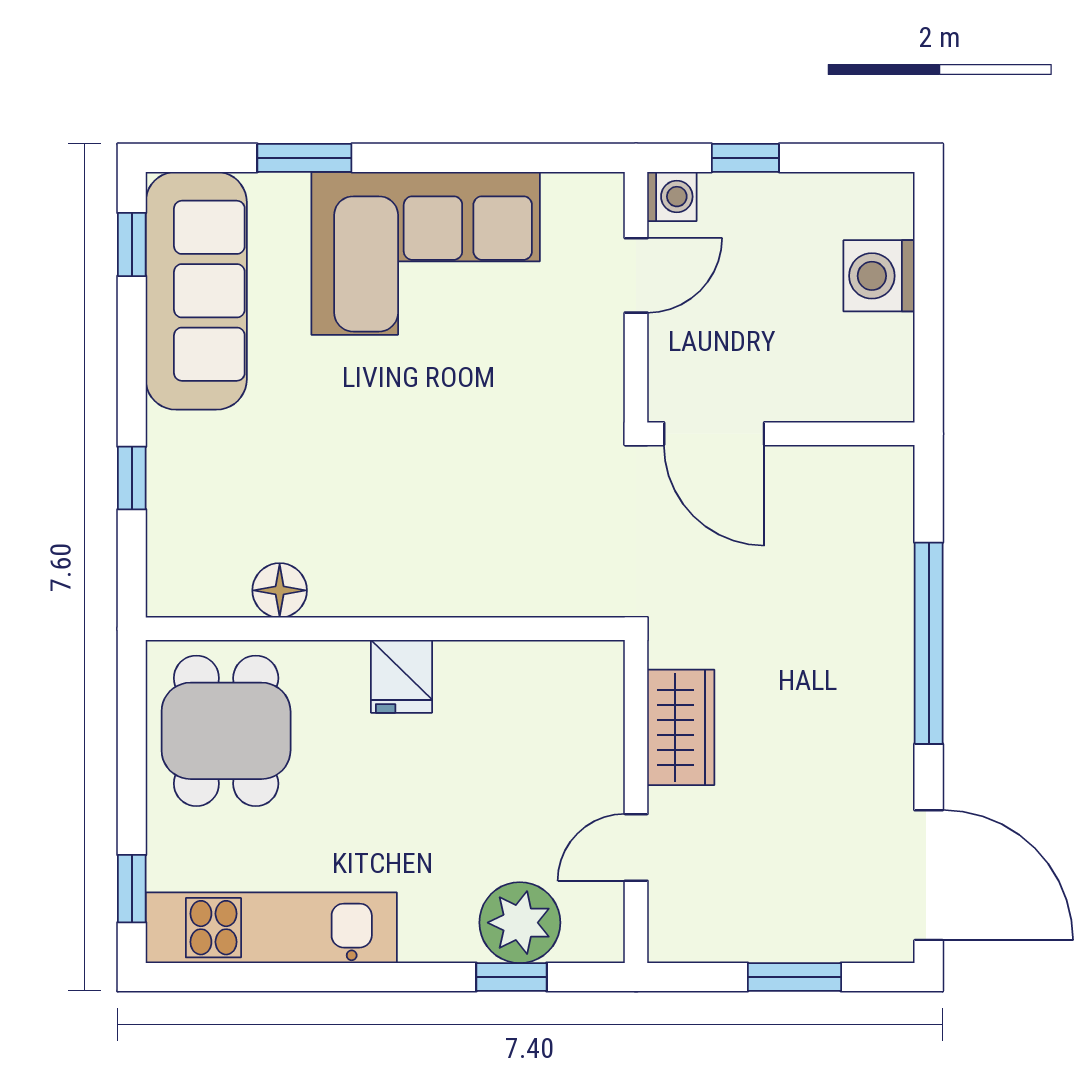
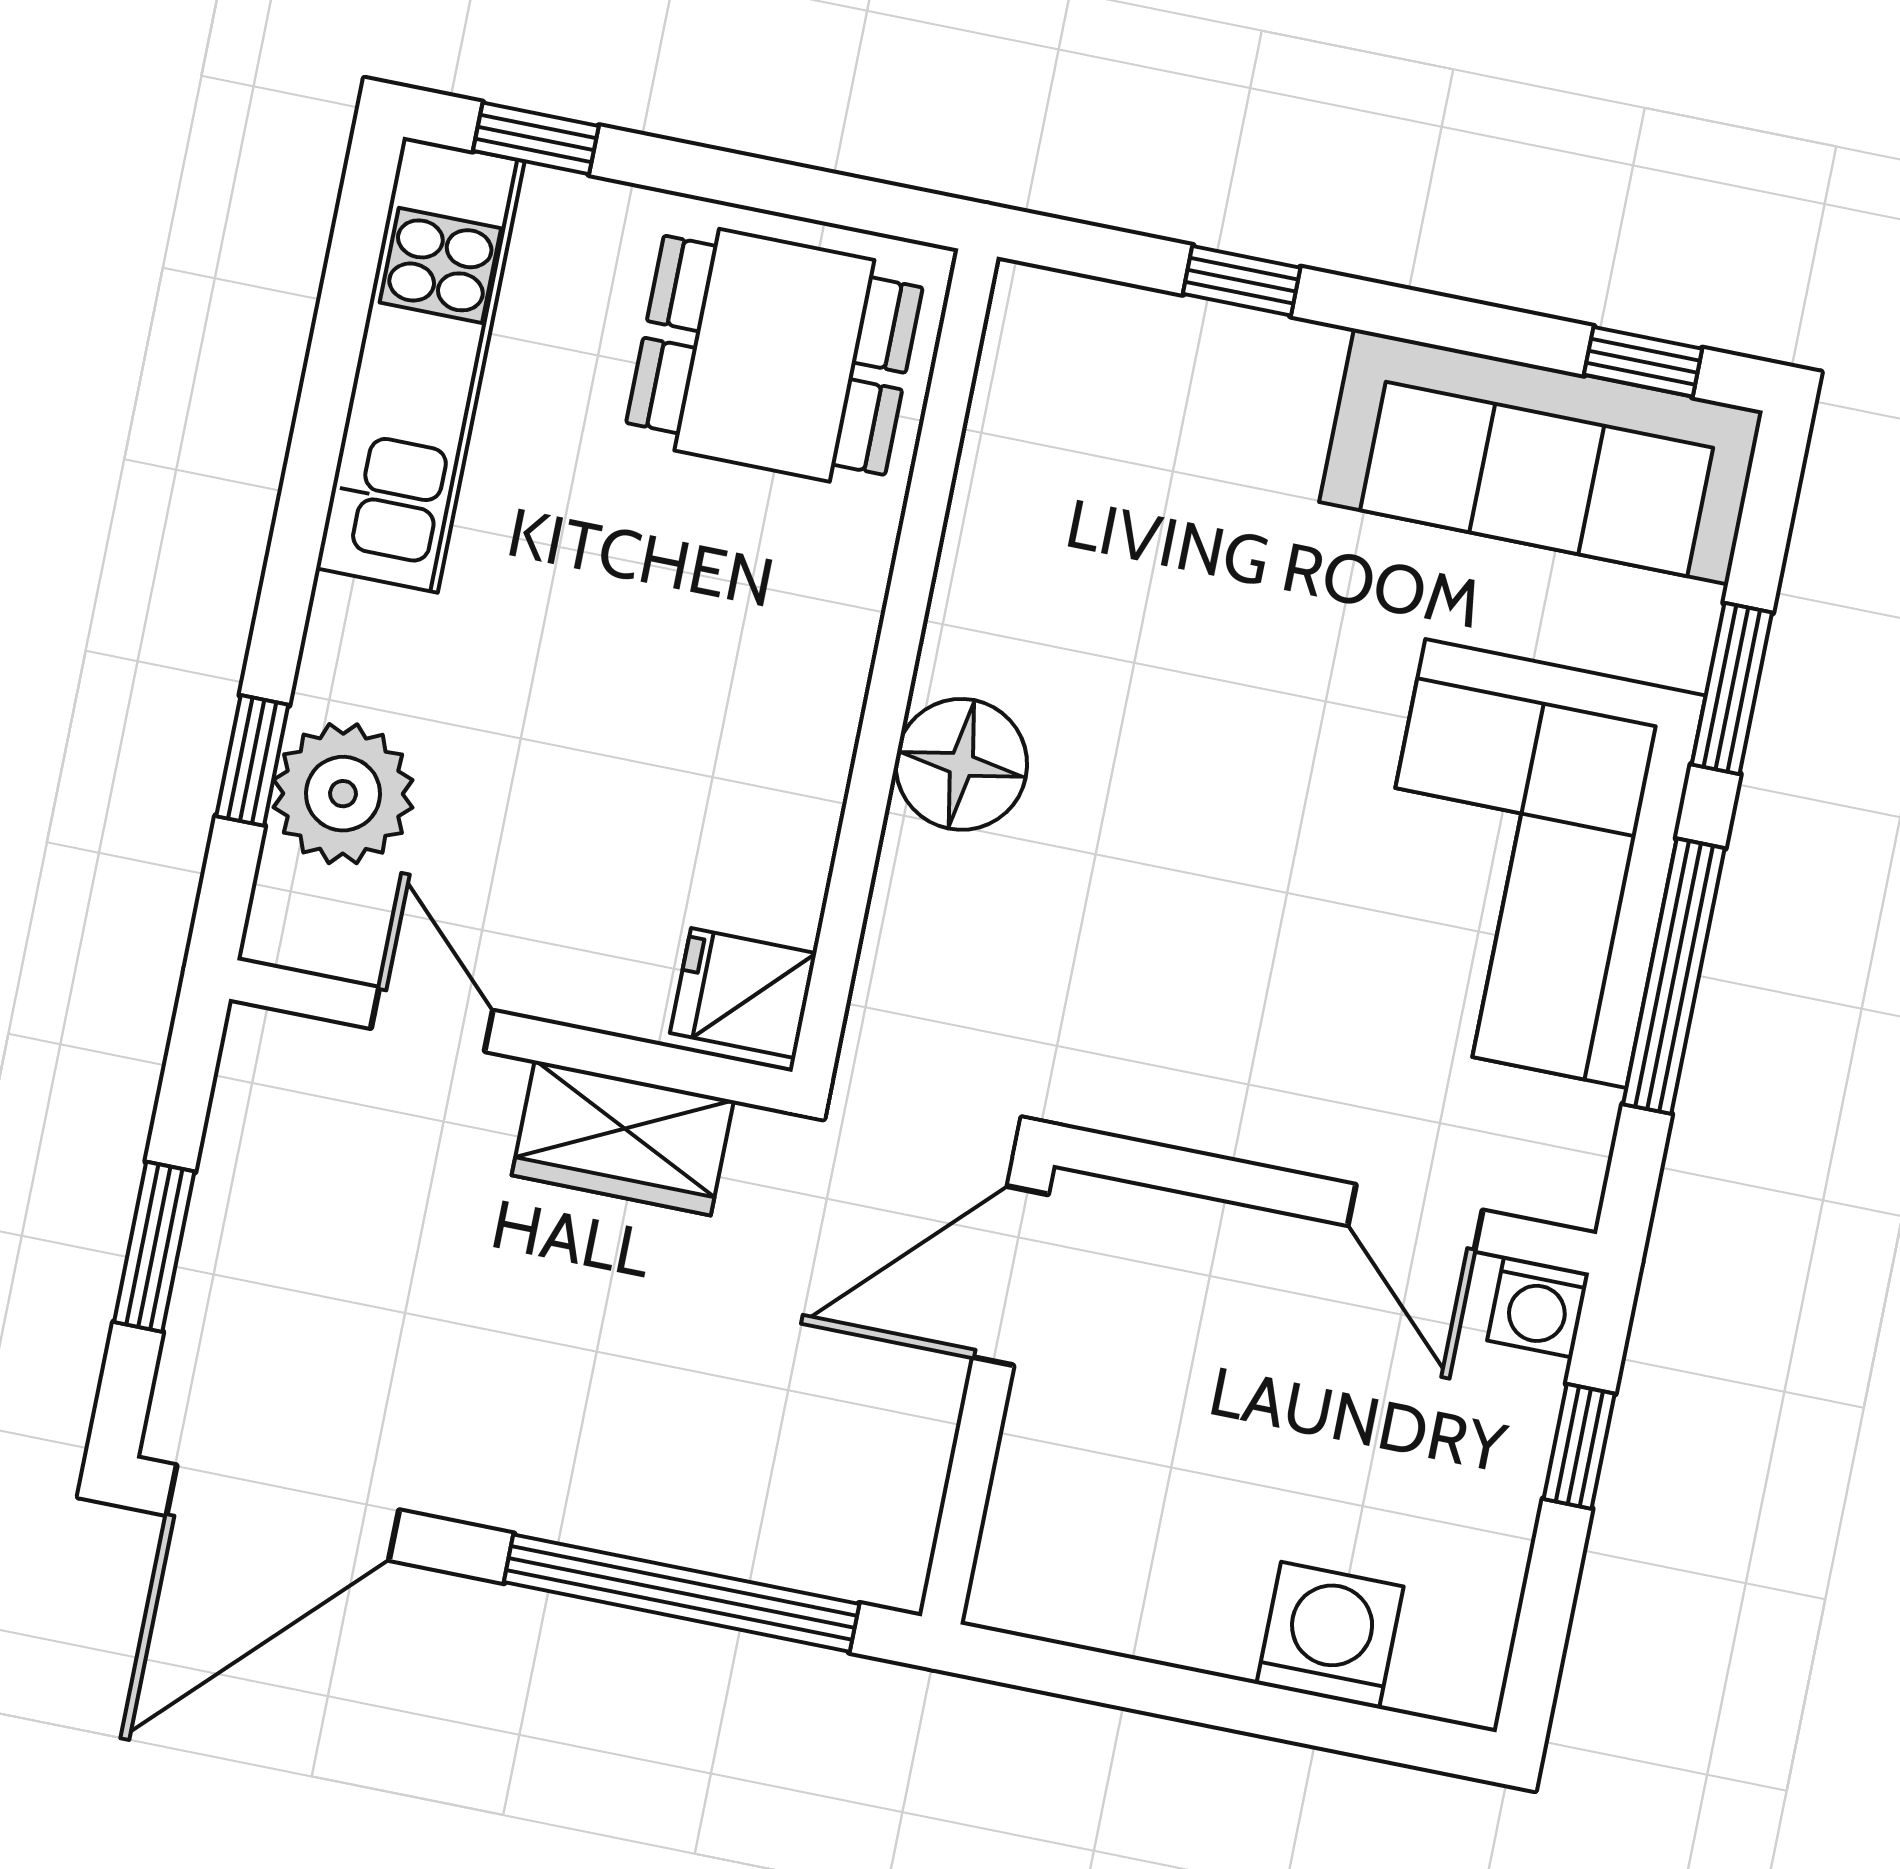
window: (472, 158) -> (1674, 976), added
door: (714, 434) -> (1011, 1276), moved
wall: (781, 434) -> (987, 1391), moved
floor lamp: (280, 590) -> (961, 764), moved, width x1.38, depth x1.38
fridge: (401, 676) -> (743, 993), moved

